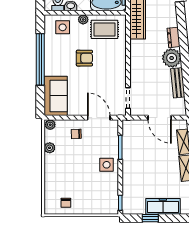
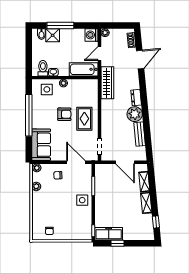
rug: (105, 29) -> (84, 119), moved, turned 90
freezer: (163, 206) -> (109, 234), moved

